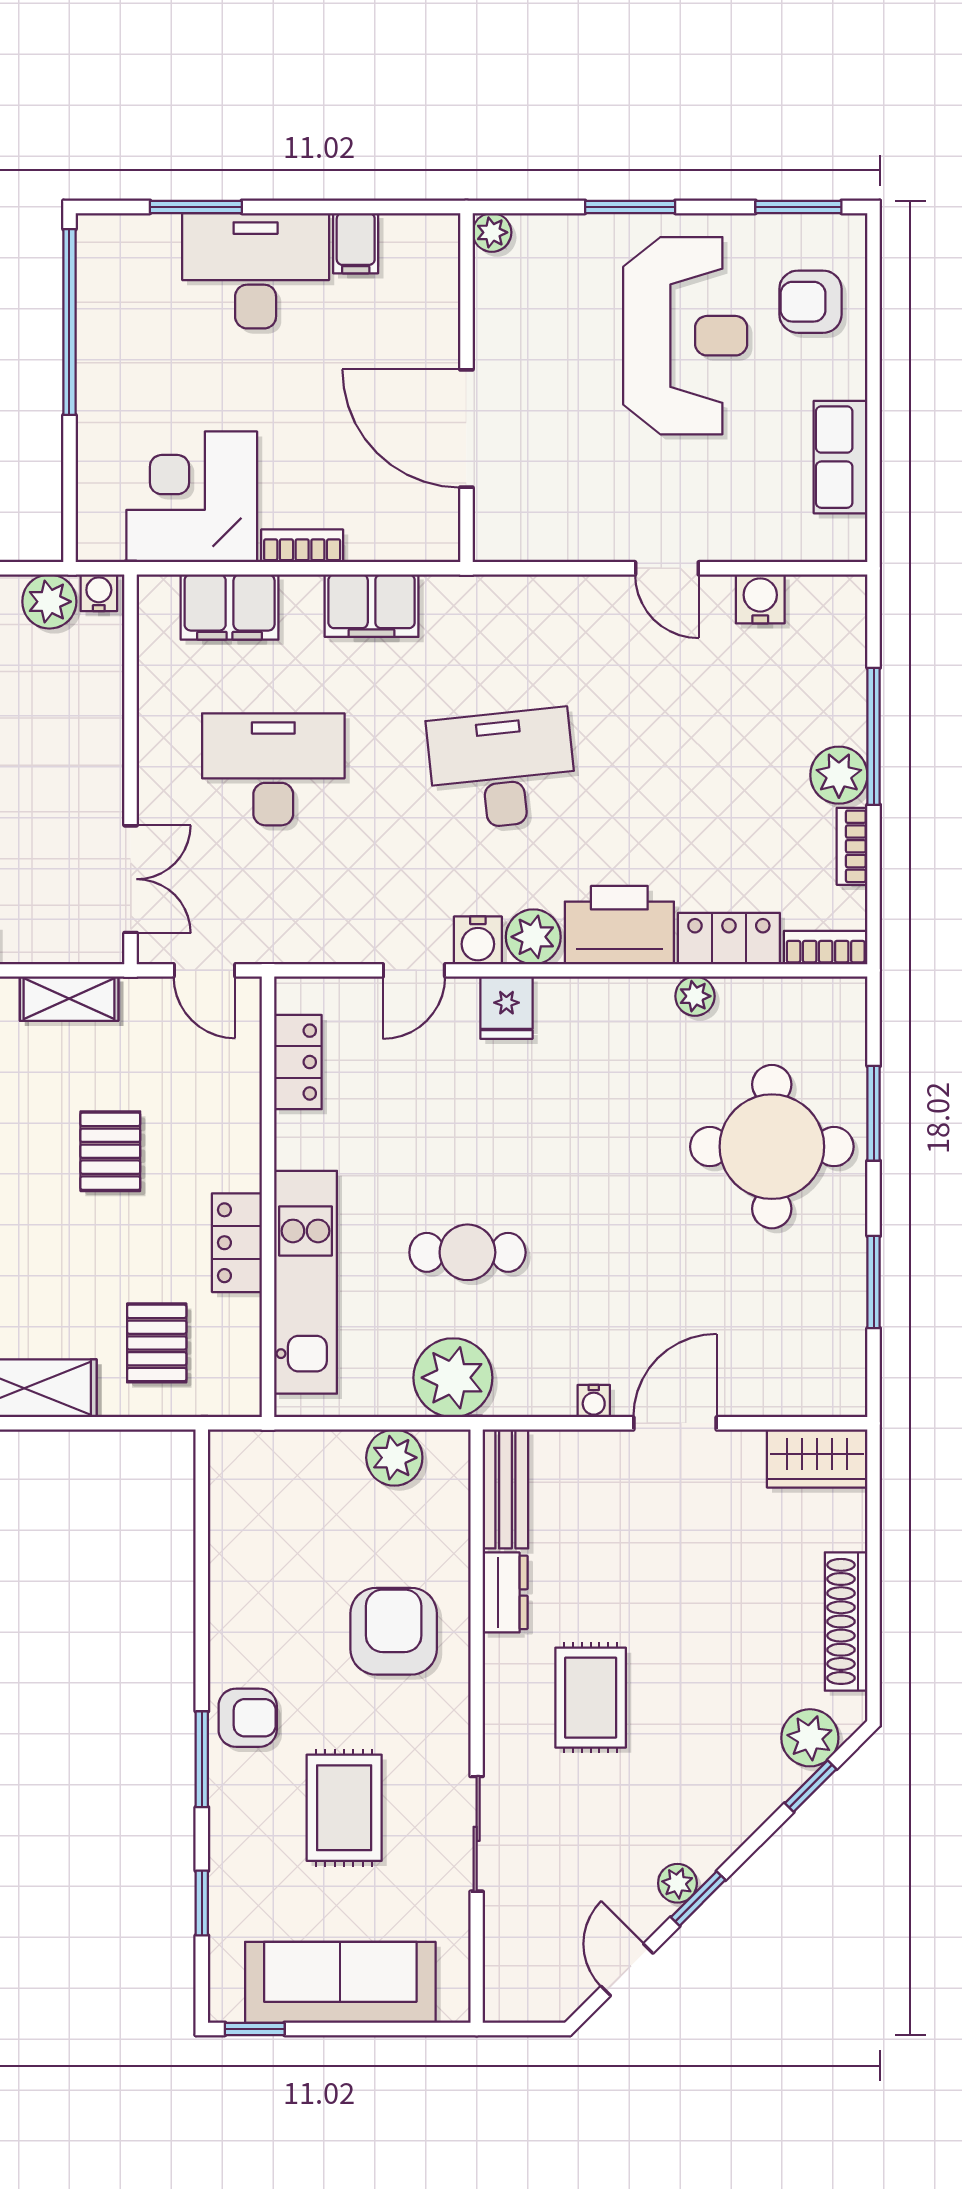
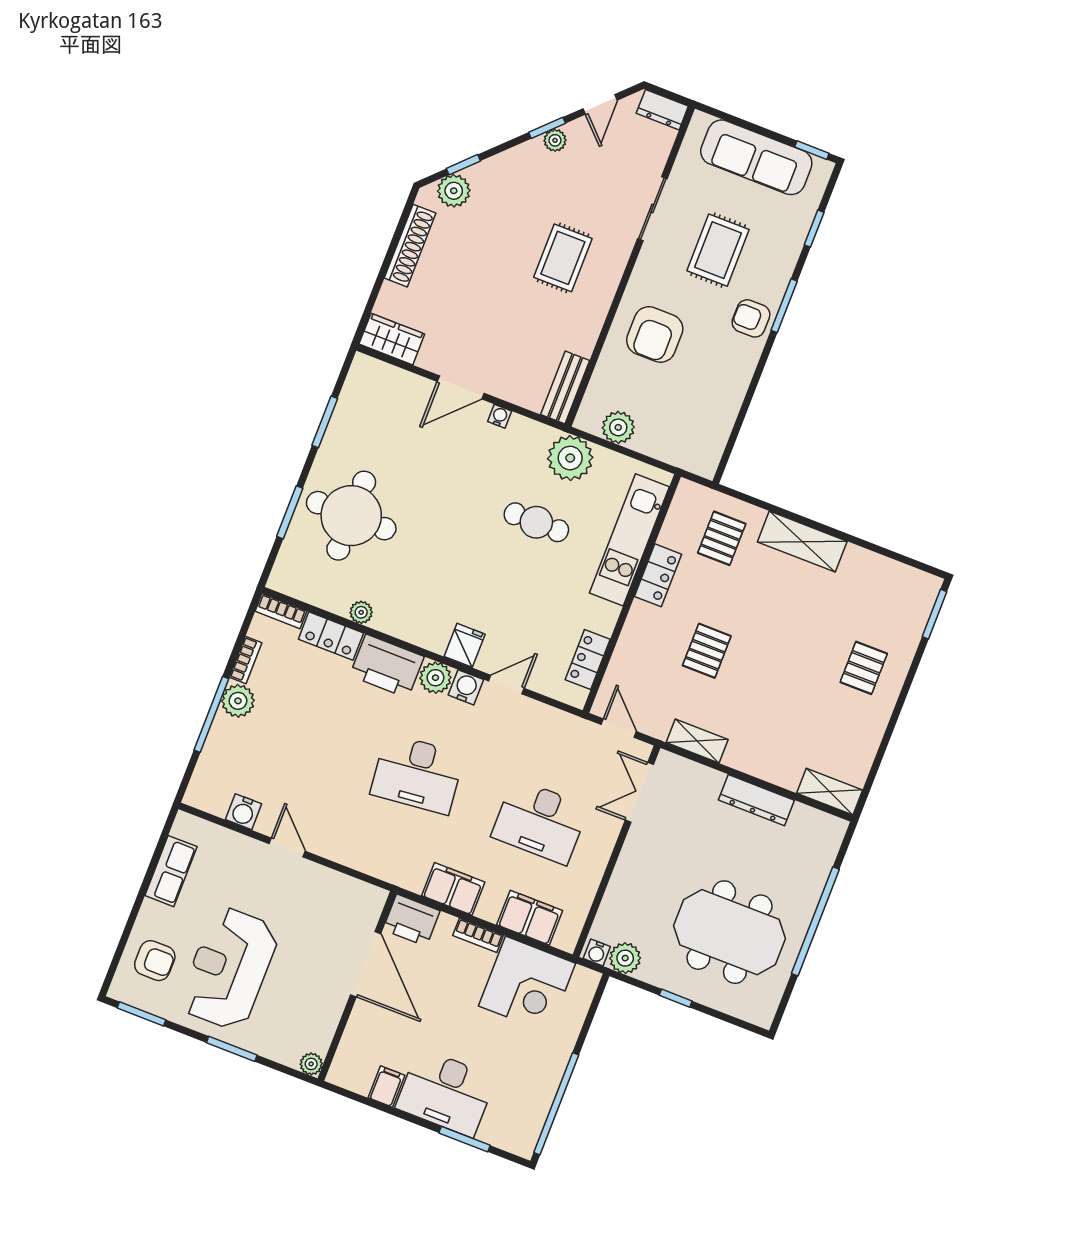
printer: (420, 529) -> (411, 920), added
dresser: (505, 1592) -> (662, 110), moved, turned -90

